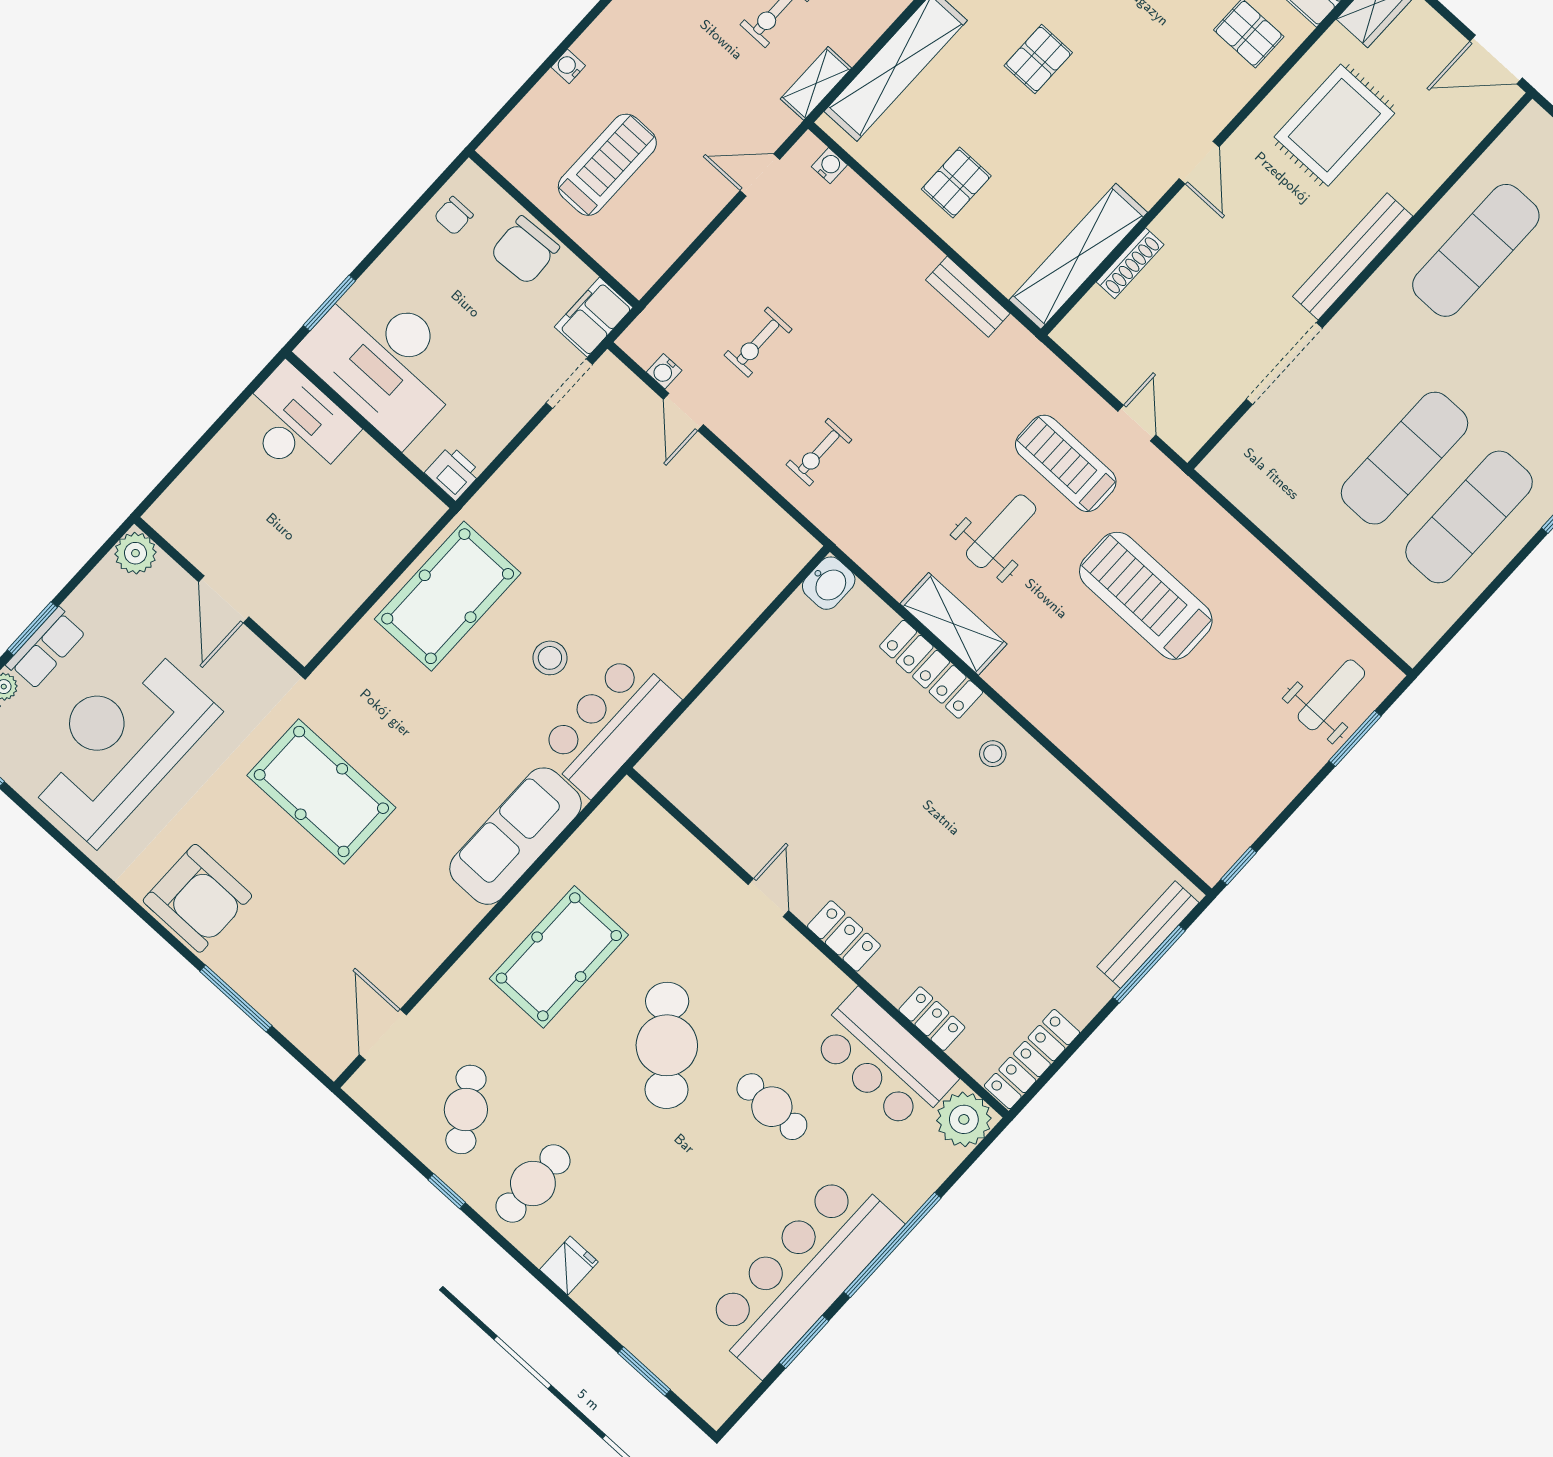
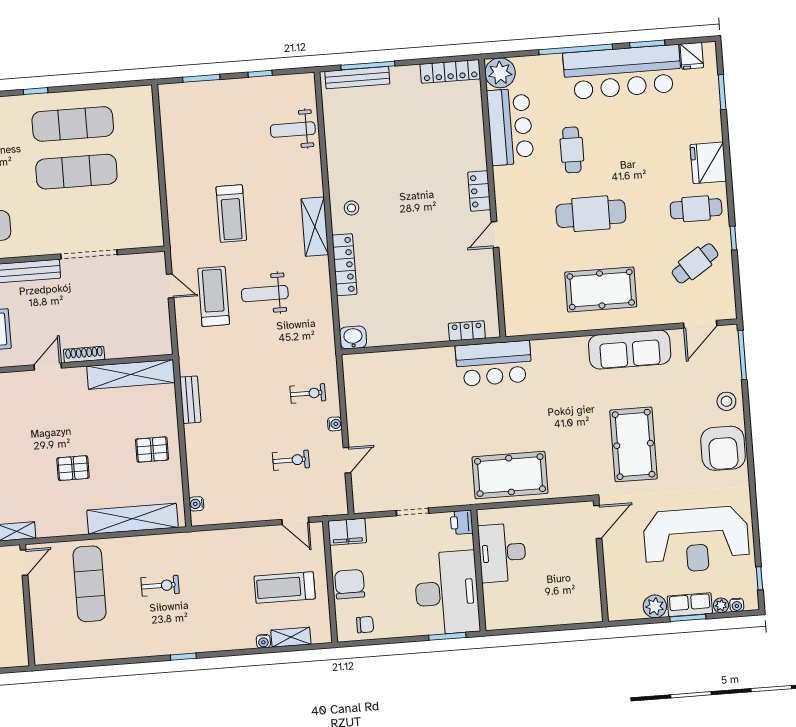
shelving: (816, 83) -> (291, 637), moved
door: (760, 175) -> (295, 521), moved
chair: (525, 250) -> (350, 584), turned -87
shoe rack: (1130, 263) -> (84, 354), moved
water cooler: (664, 371) -> (335, 424), moved
doorway: (569, 384) -> (413, 512), moved
door: (1137, 423) -> (170, 286), swing flipped
desk: (296, 424) -> (502, 553), moved
treadmill: (1066, 463) -> (214, 296), turned 180
plant: (135, 553) -> (655, 606), moved
treadmill: (1146, 596) -> (231, 214), width x0.73, depth x0.73
door: (224, 599) -> (598, 522), moved
shelving: (954, 624) -> (315, 227), moved
stool: (550, 658) -> (726, 401), moved
weight bench: (1331, 695) -> (293, 130), moved
sofa: (516, 836) -> (630, 350), moved
window: (1239, 866) -> (260, 74), moved
armchair: (197, 898) -> (723, 448), turned 180
window: (236, 999) -> (742, 355), moved
locker: (932, 1019) -> (467, 331), moved, turned 90
cafe table: (667, 1045) -> (591, 214), turned 42
fridge: (569, 1266) -> (708, 163), width x1.88, depth x1.34
fridge: (730, 1382) -> (692, 56), added

